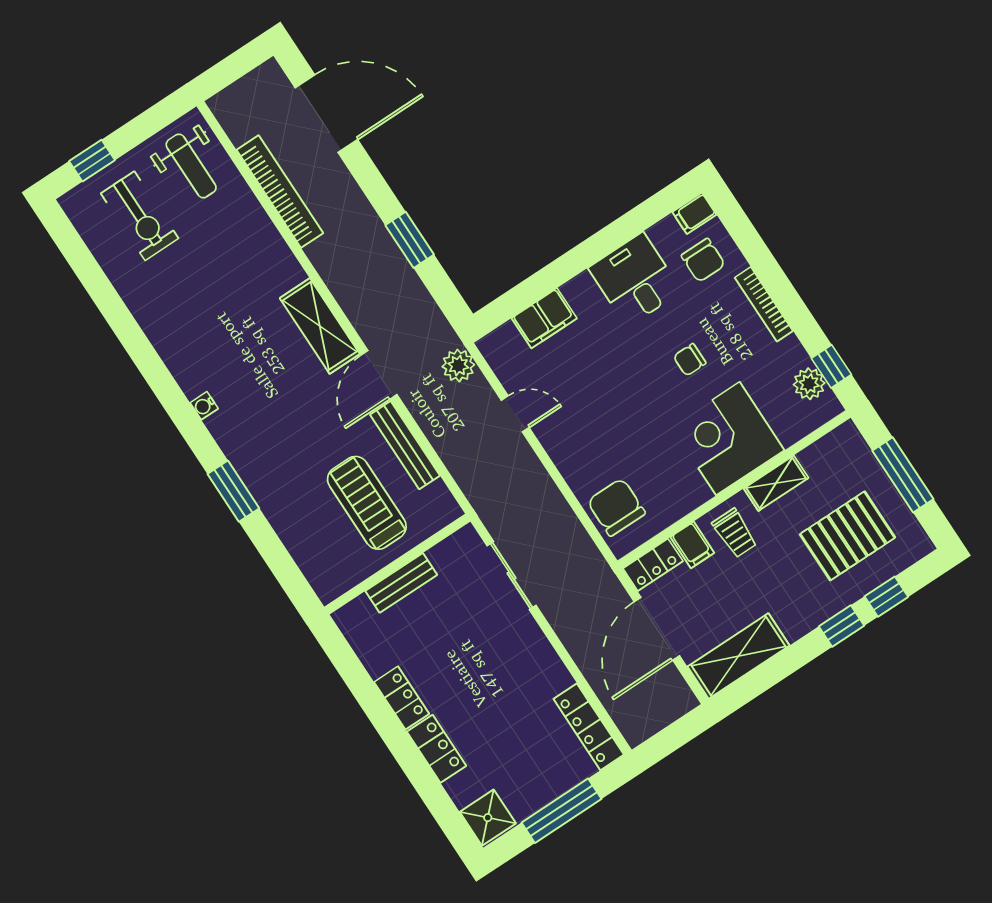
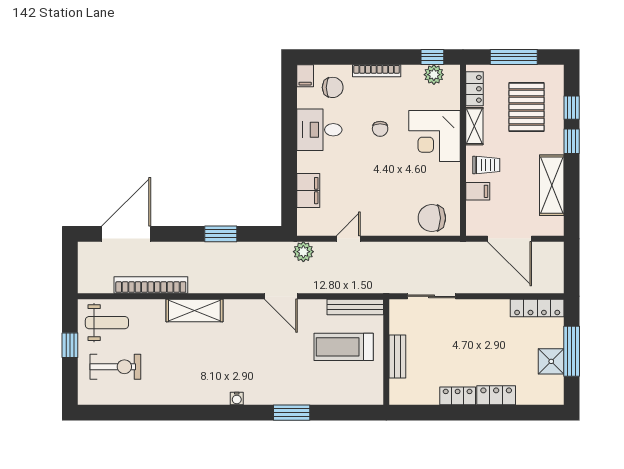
window: (92, 161) -> (70, 345), moved
shelving: (320, 326) -> (194, 311), moved
bench: (405, 445) -> (355, 307), moved
locker: (653, 565) -> (475, 89), moved
shelving: (739, 656) -> (552, 185), moved
shower: (488, 818) -> (551, 361), moved

